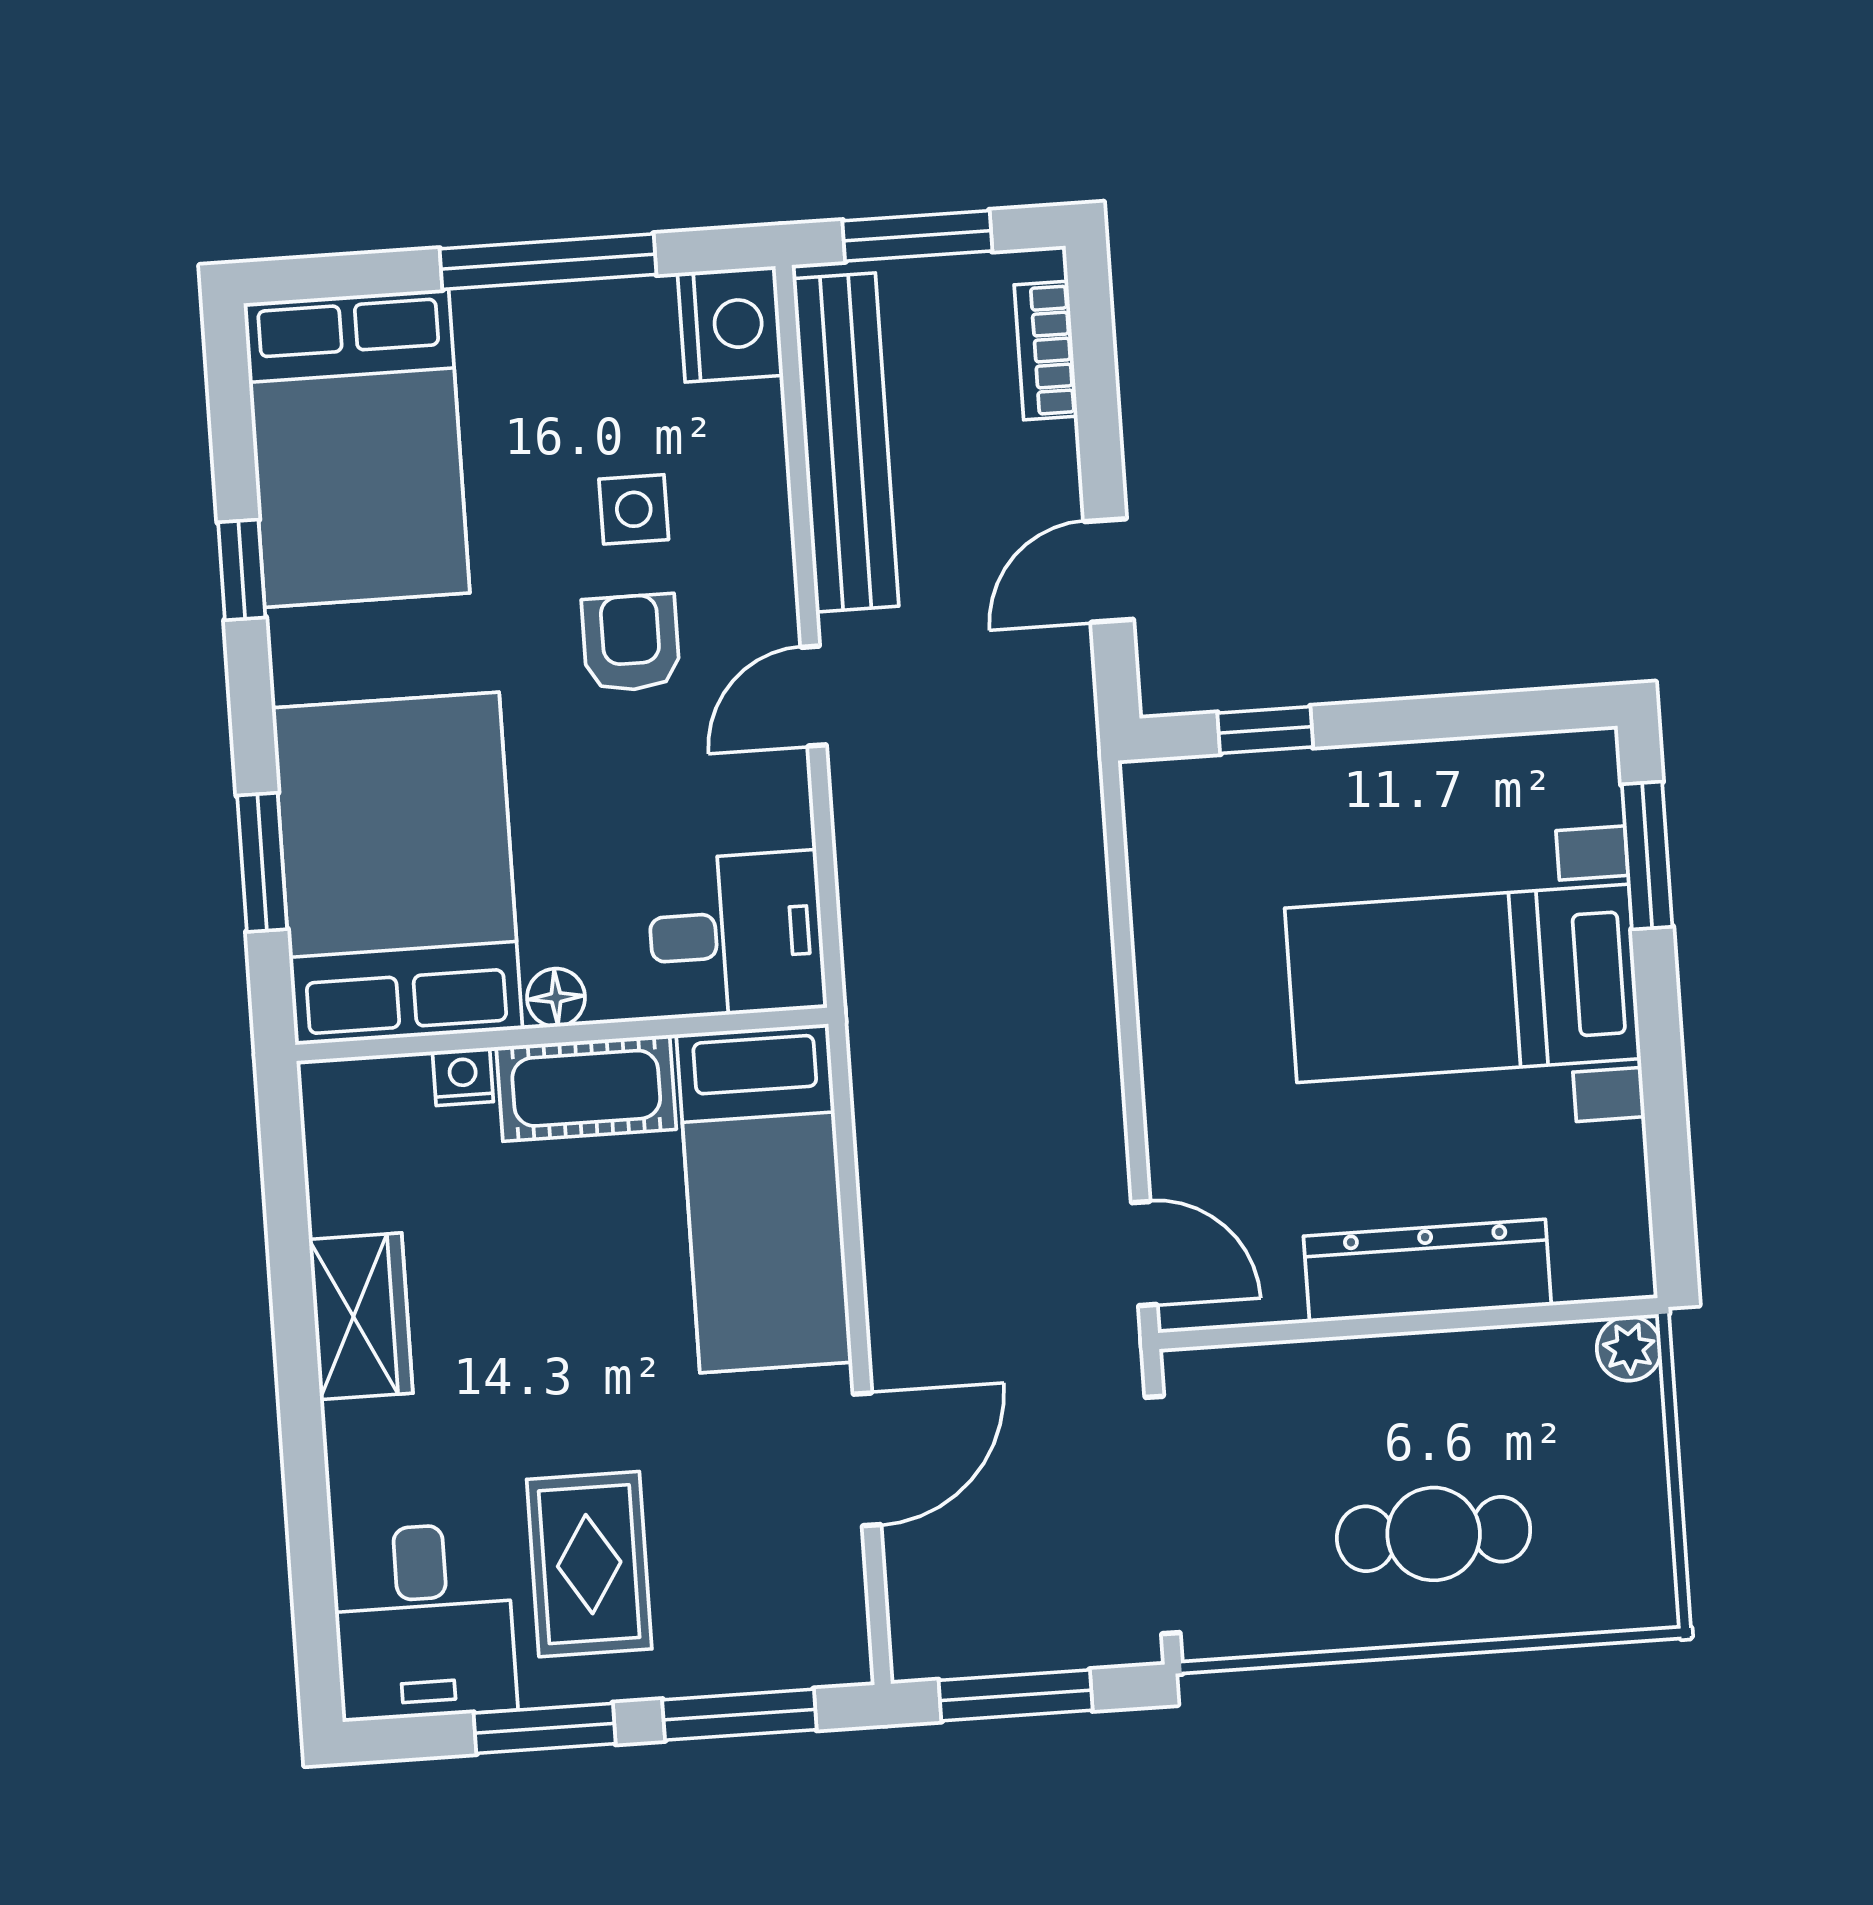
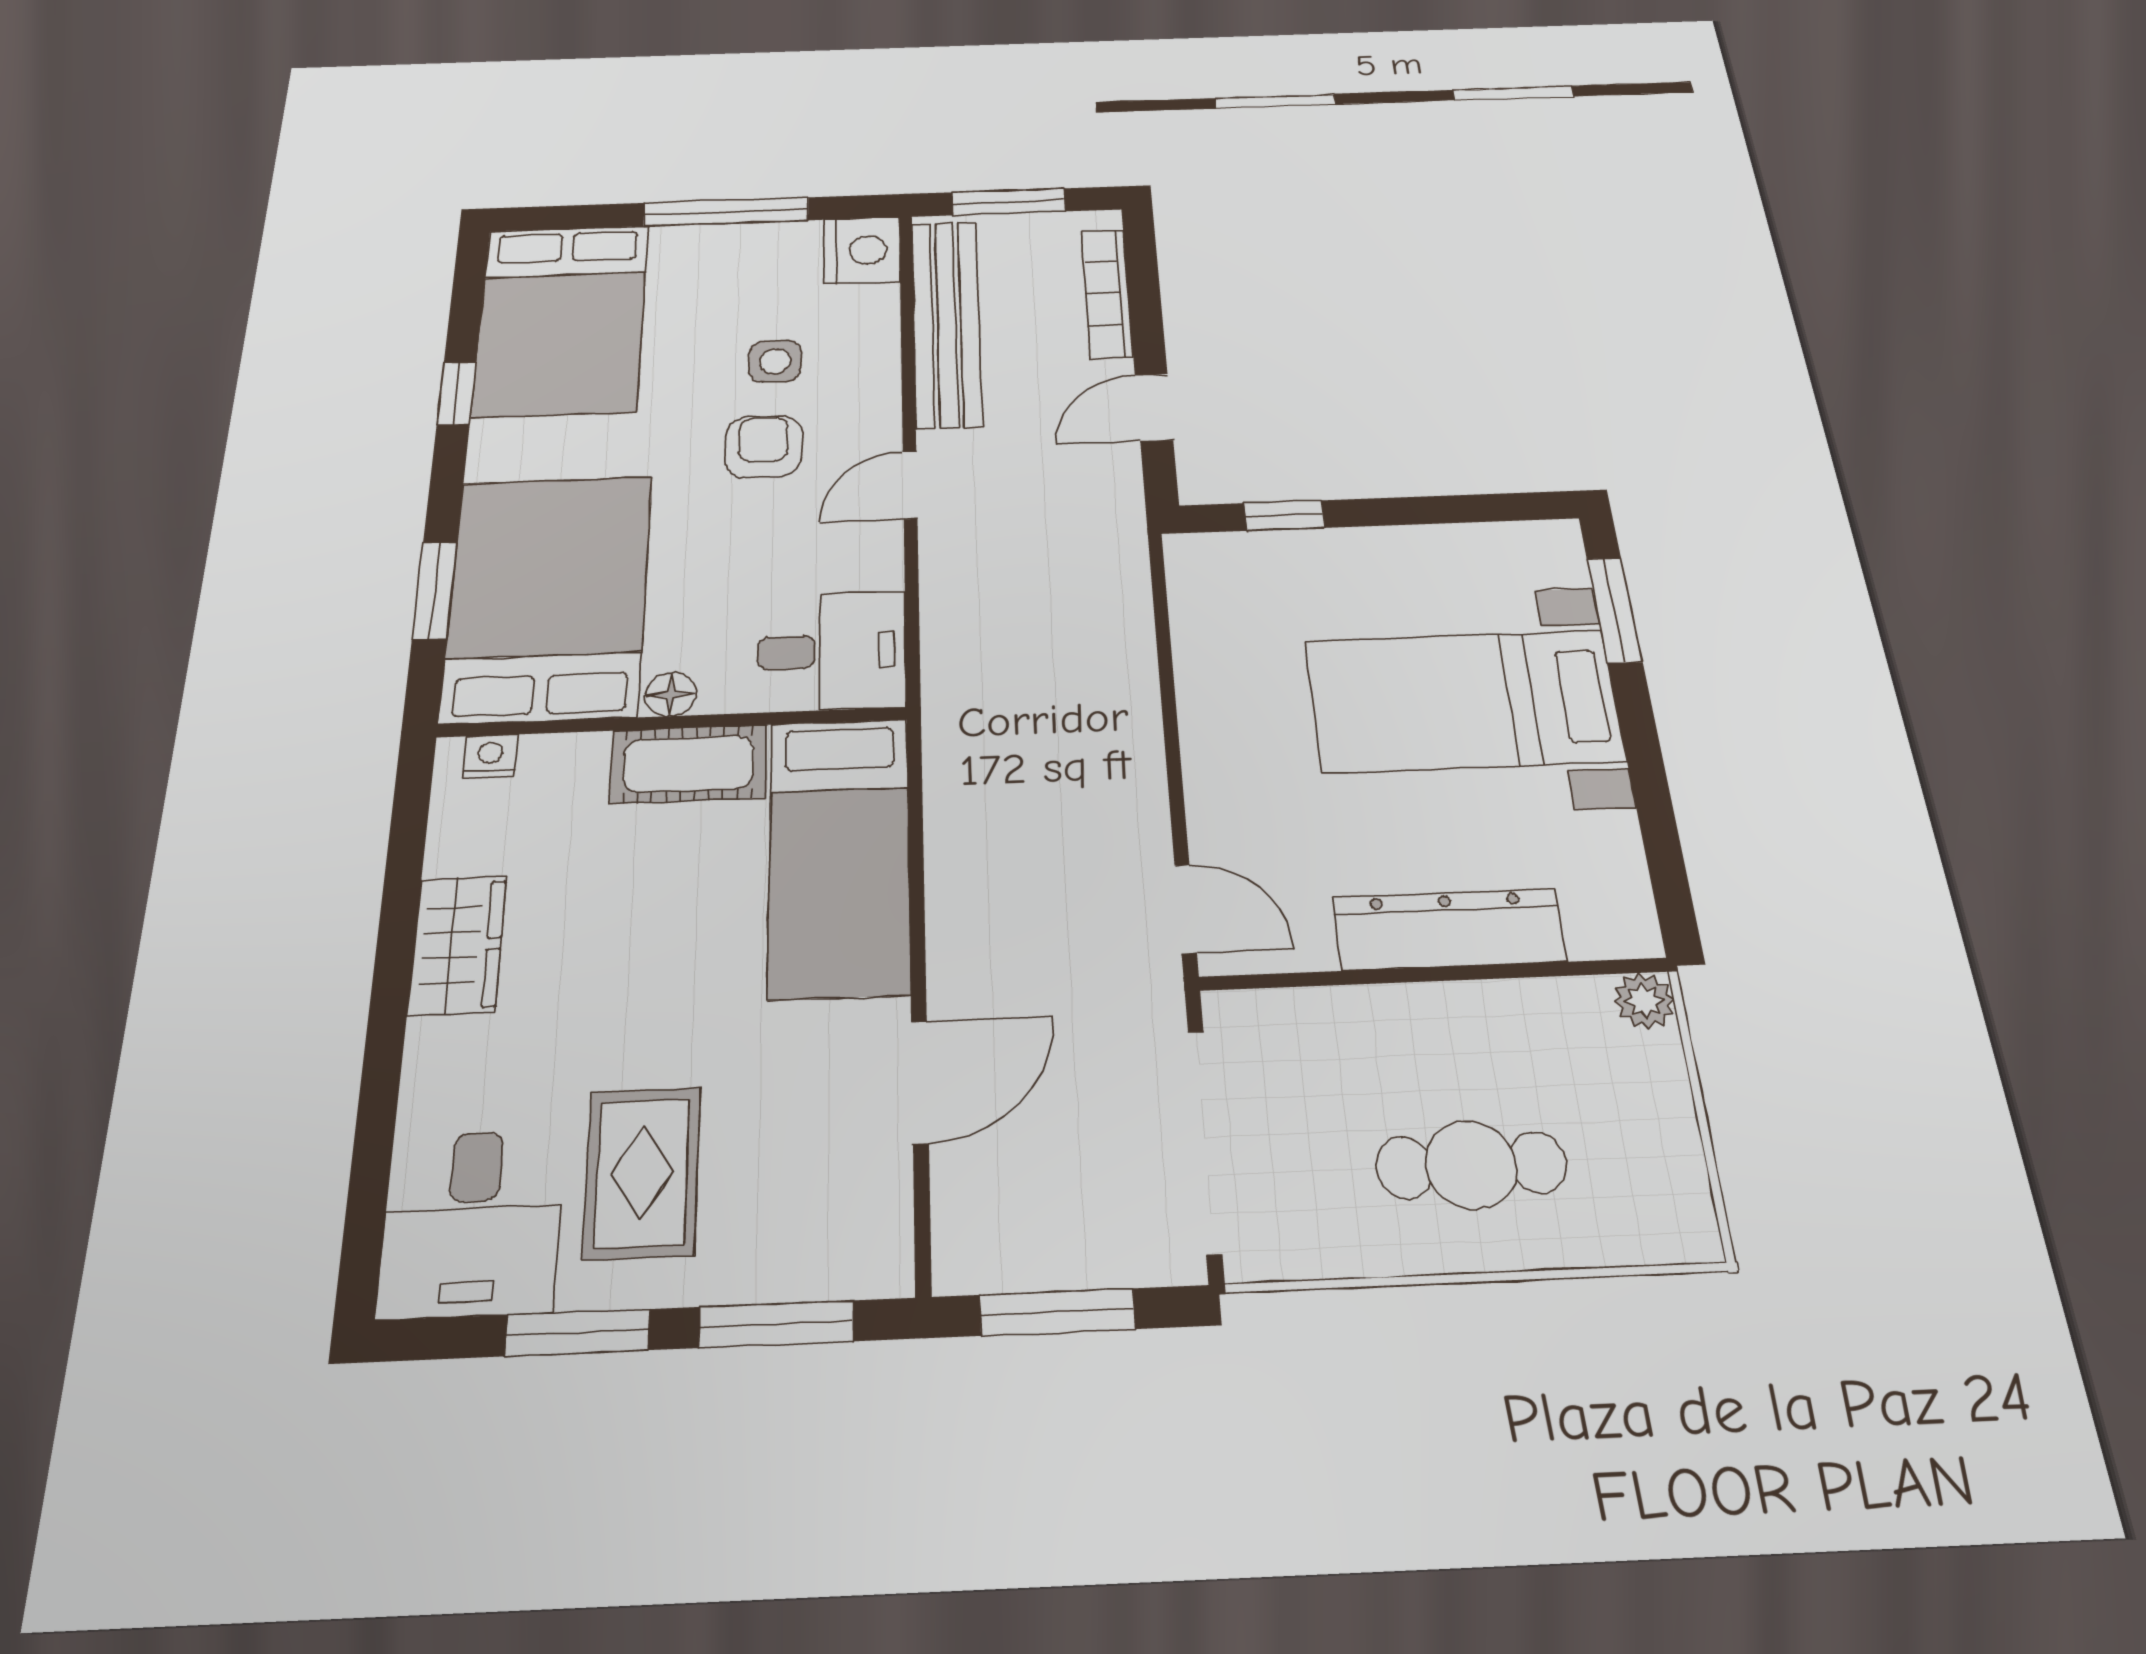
bookcase: (1046, 350) -> (1107, 293), width x1.56
nightstand: (463, 1077) -> (490, 756), moved

